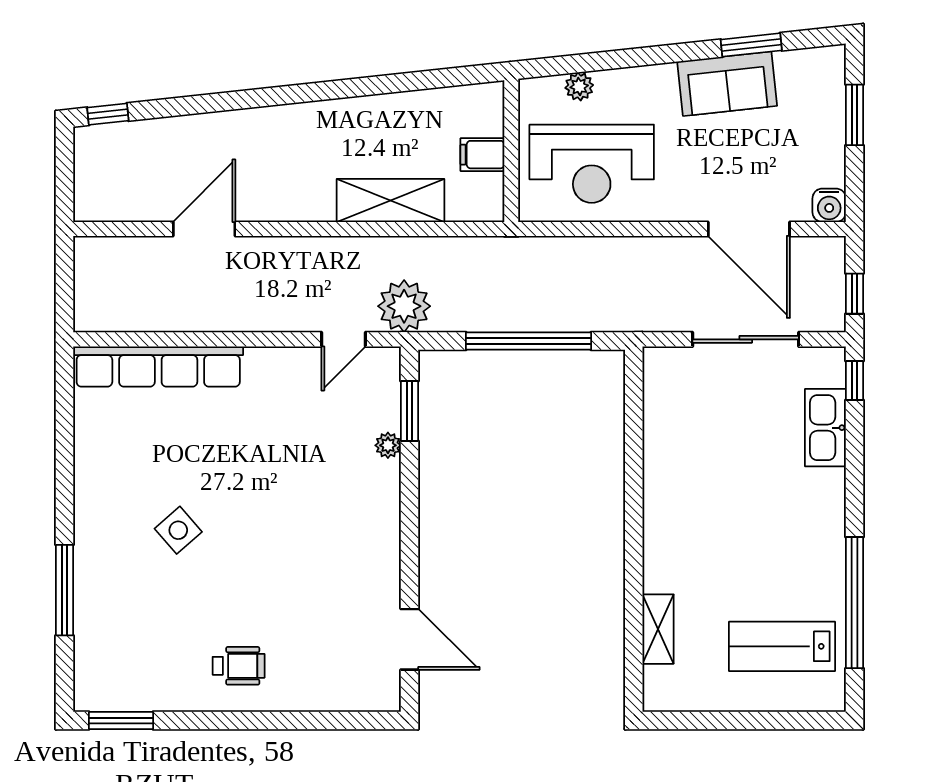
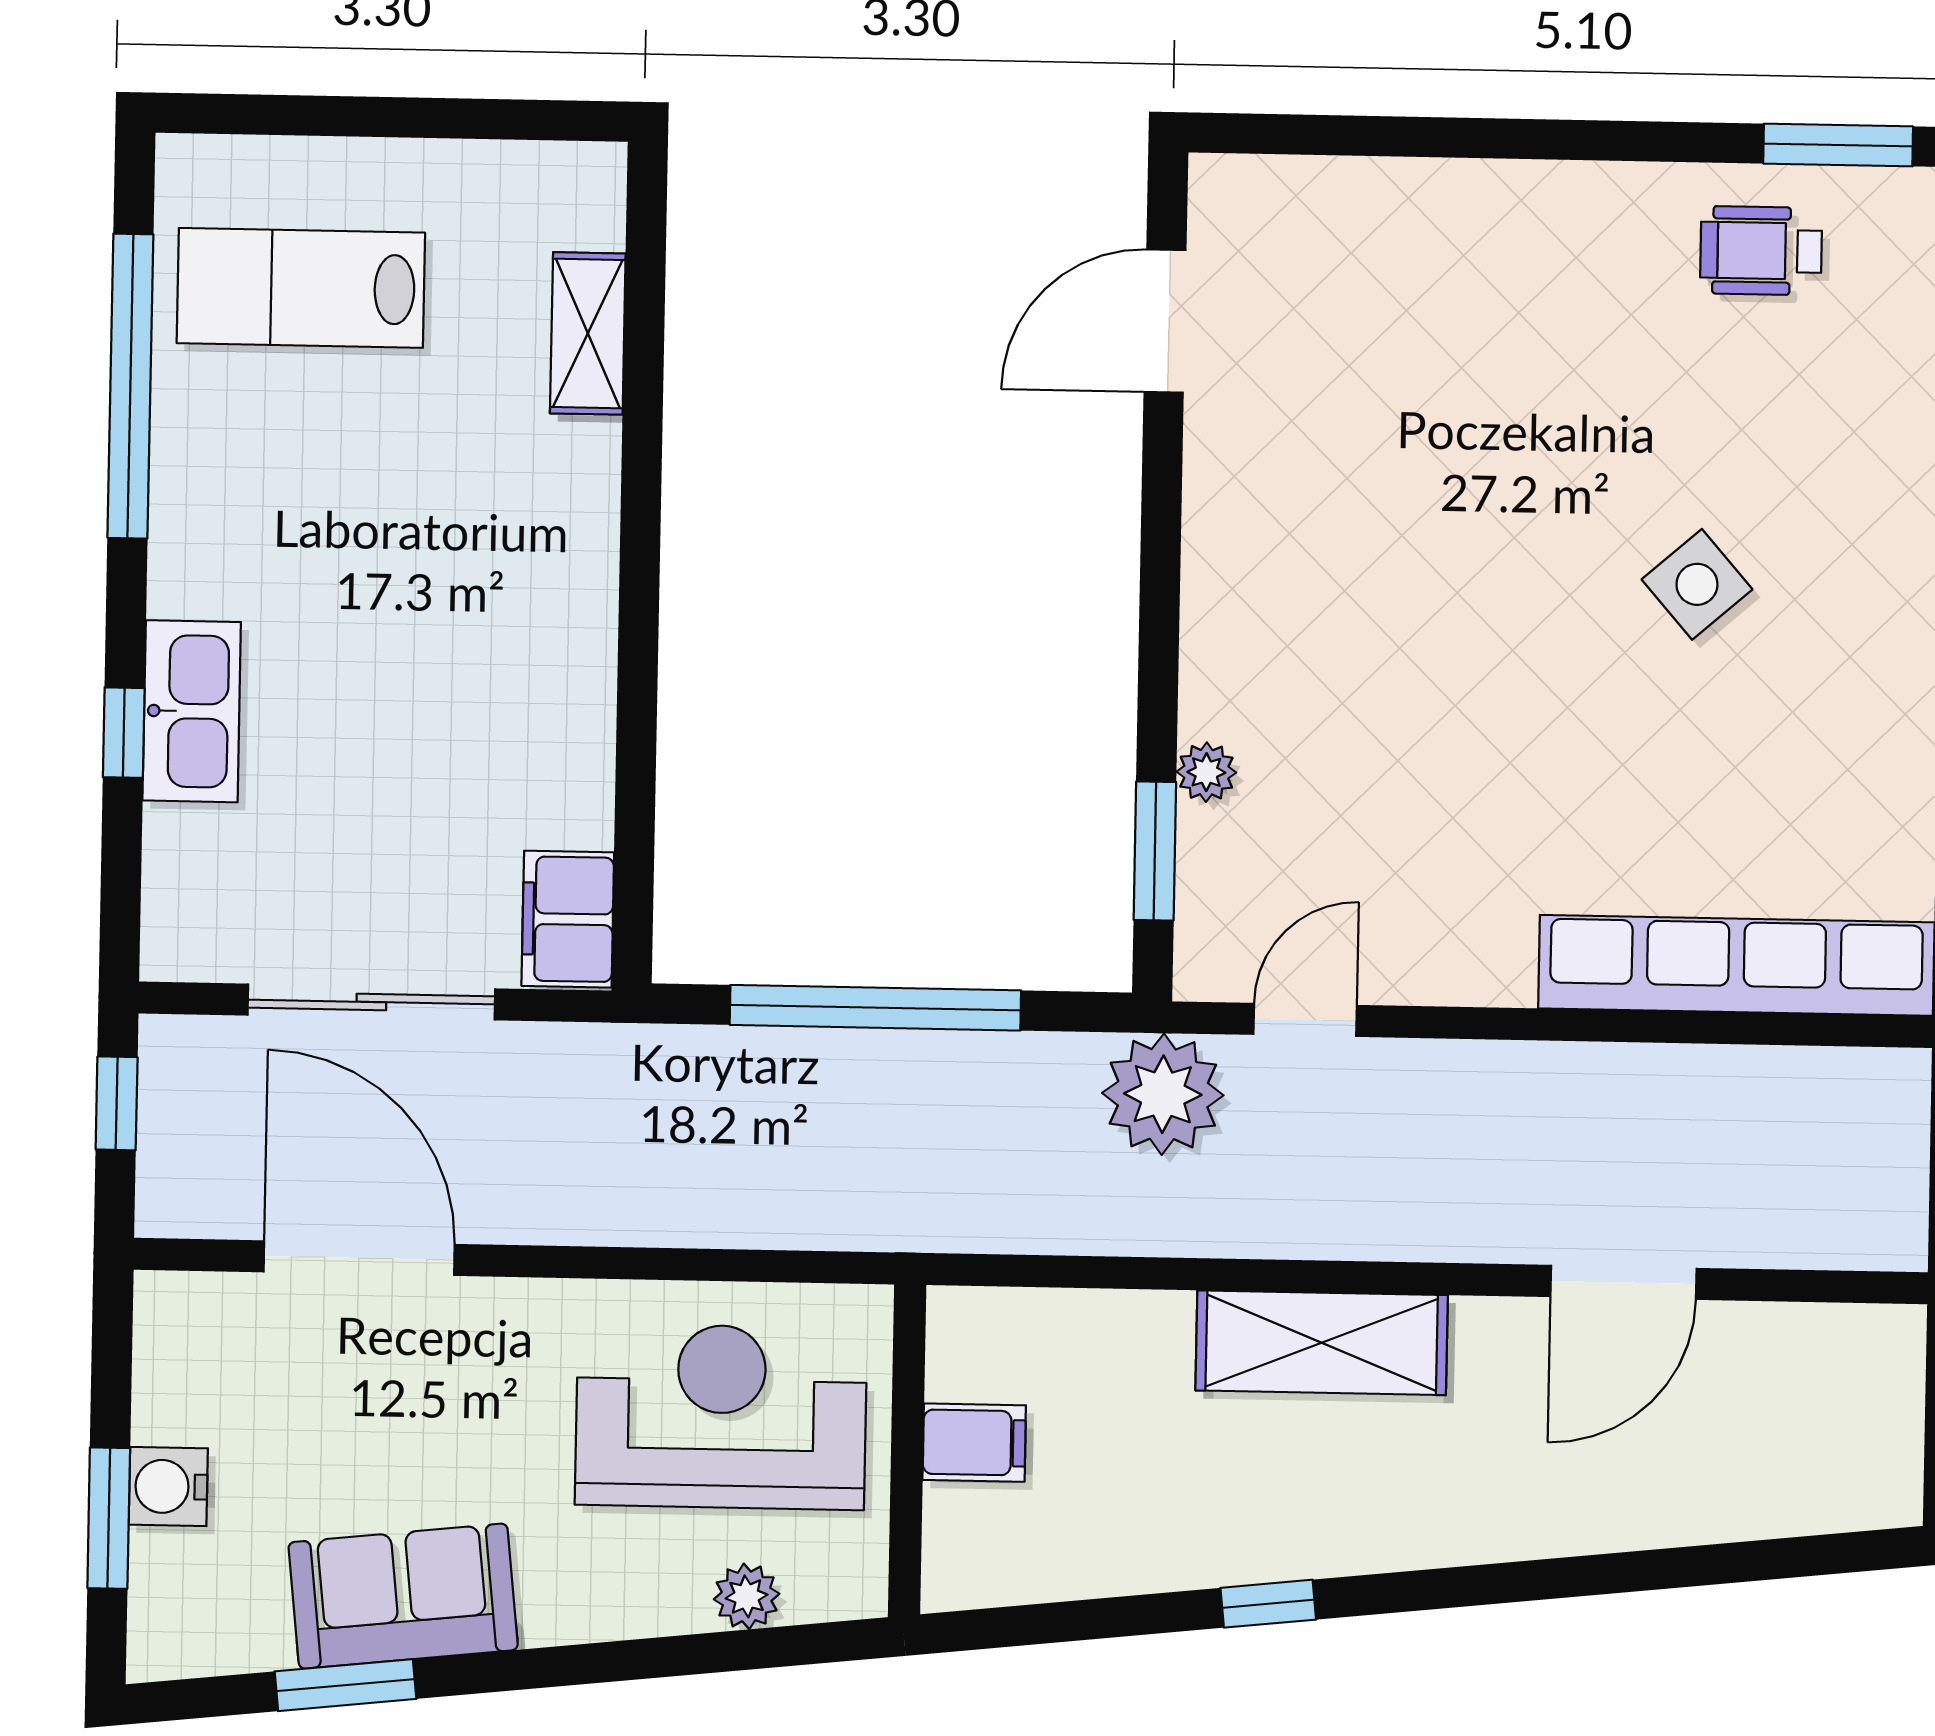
window: (108, 114) -> (1268, 1604), moved
shelving: (390, 200) -> (1322, 1343), moved
water cooler: (829, 205) -> (168, 1486), moved, turned -90
filing cabinet: (662, 377) -> (568, 919), added
window: (855, 381) -> (124, 733), moved
kitchen sink: (825, 428) -> (192, 711), moved
door: (410, 639) -> (1165, 321), hinge flipped
lab bench: (782, 646) -> (301, 288), turned 180
wheelchair: (239, 666) -> (1761, 251), moved

